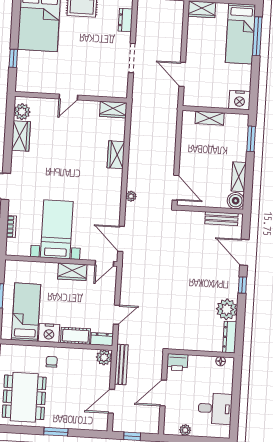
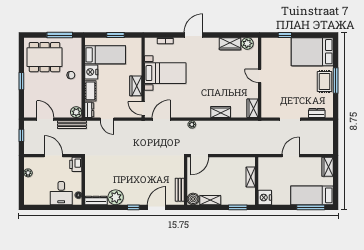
door: (182, 74) -> (291, 156), moved
desk: (215, 409) -> (61, 193), moved

